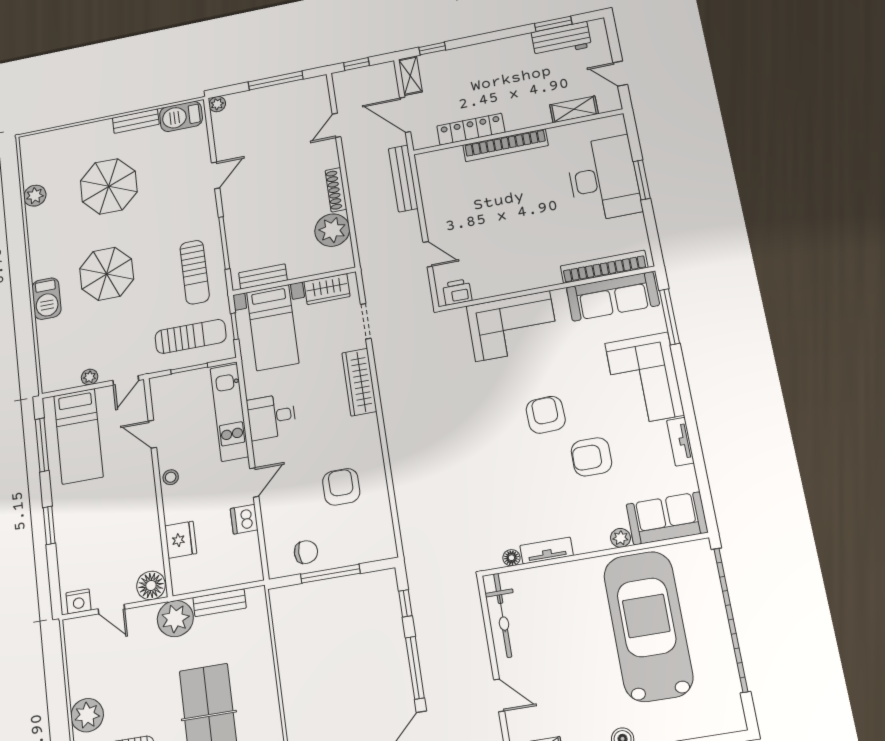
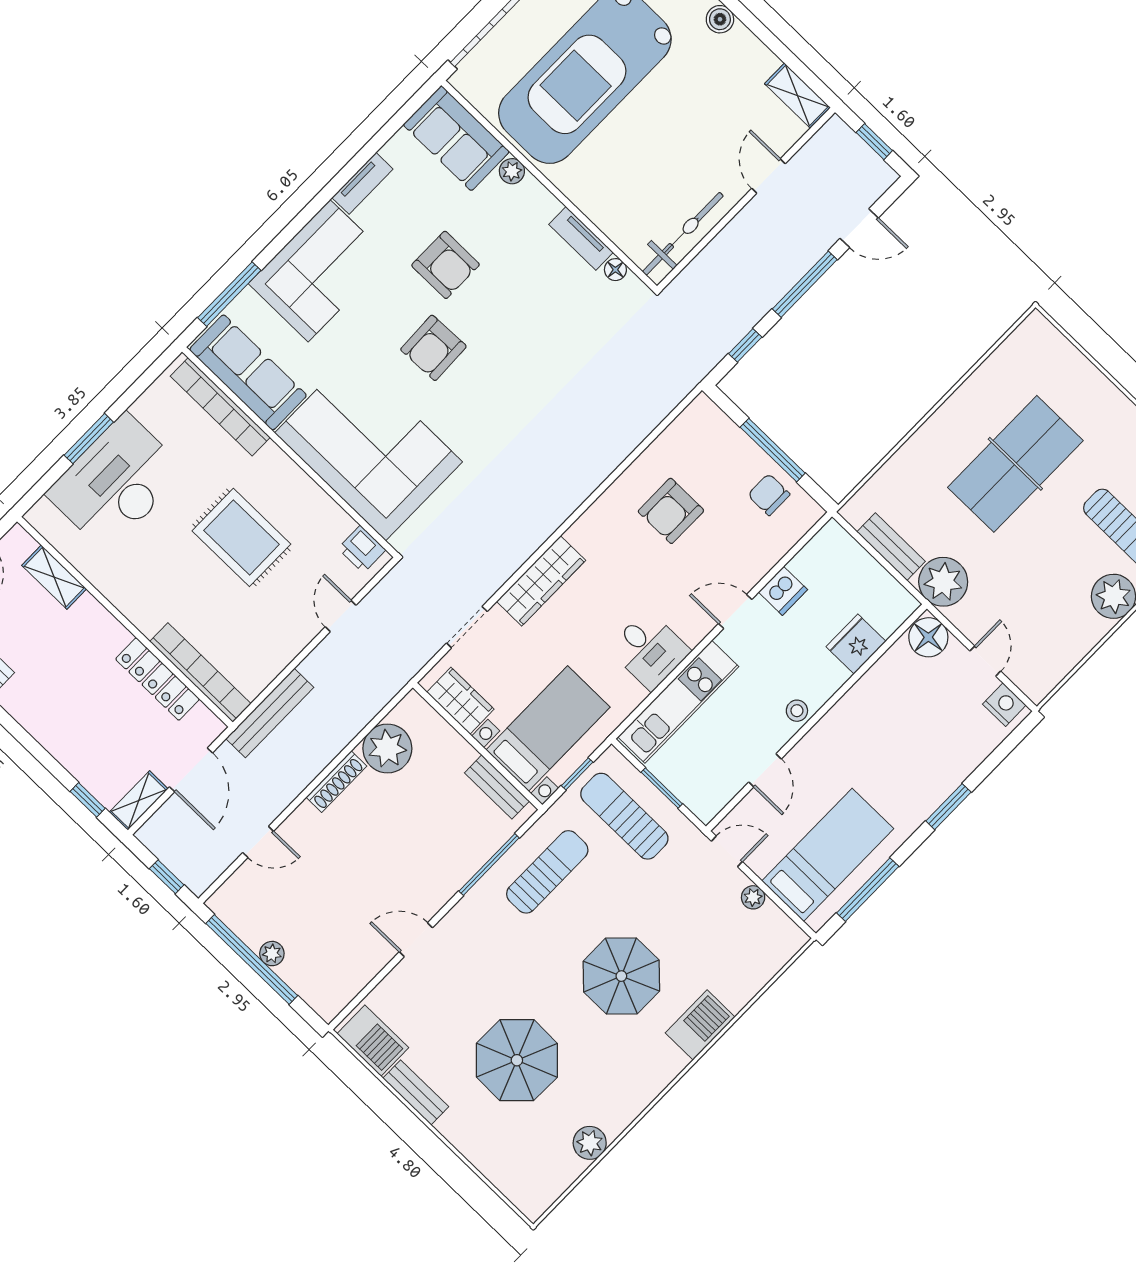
window: (276, 81) -> (252, 959), width x1.46
plant: (217, 104) -> (272, 954), moved
bookcase: (505, 145) -> (200, 673), moved
rug: (517, 228) -> (241, 537), added
corner sofa: (513, 326) -> (369, 447), width x1.36, depth x1.36

